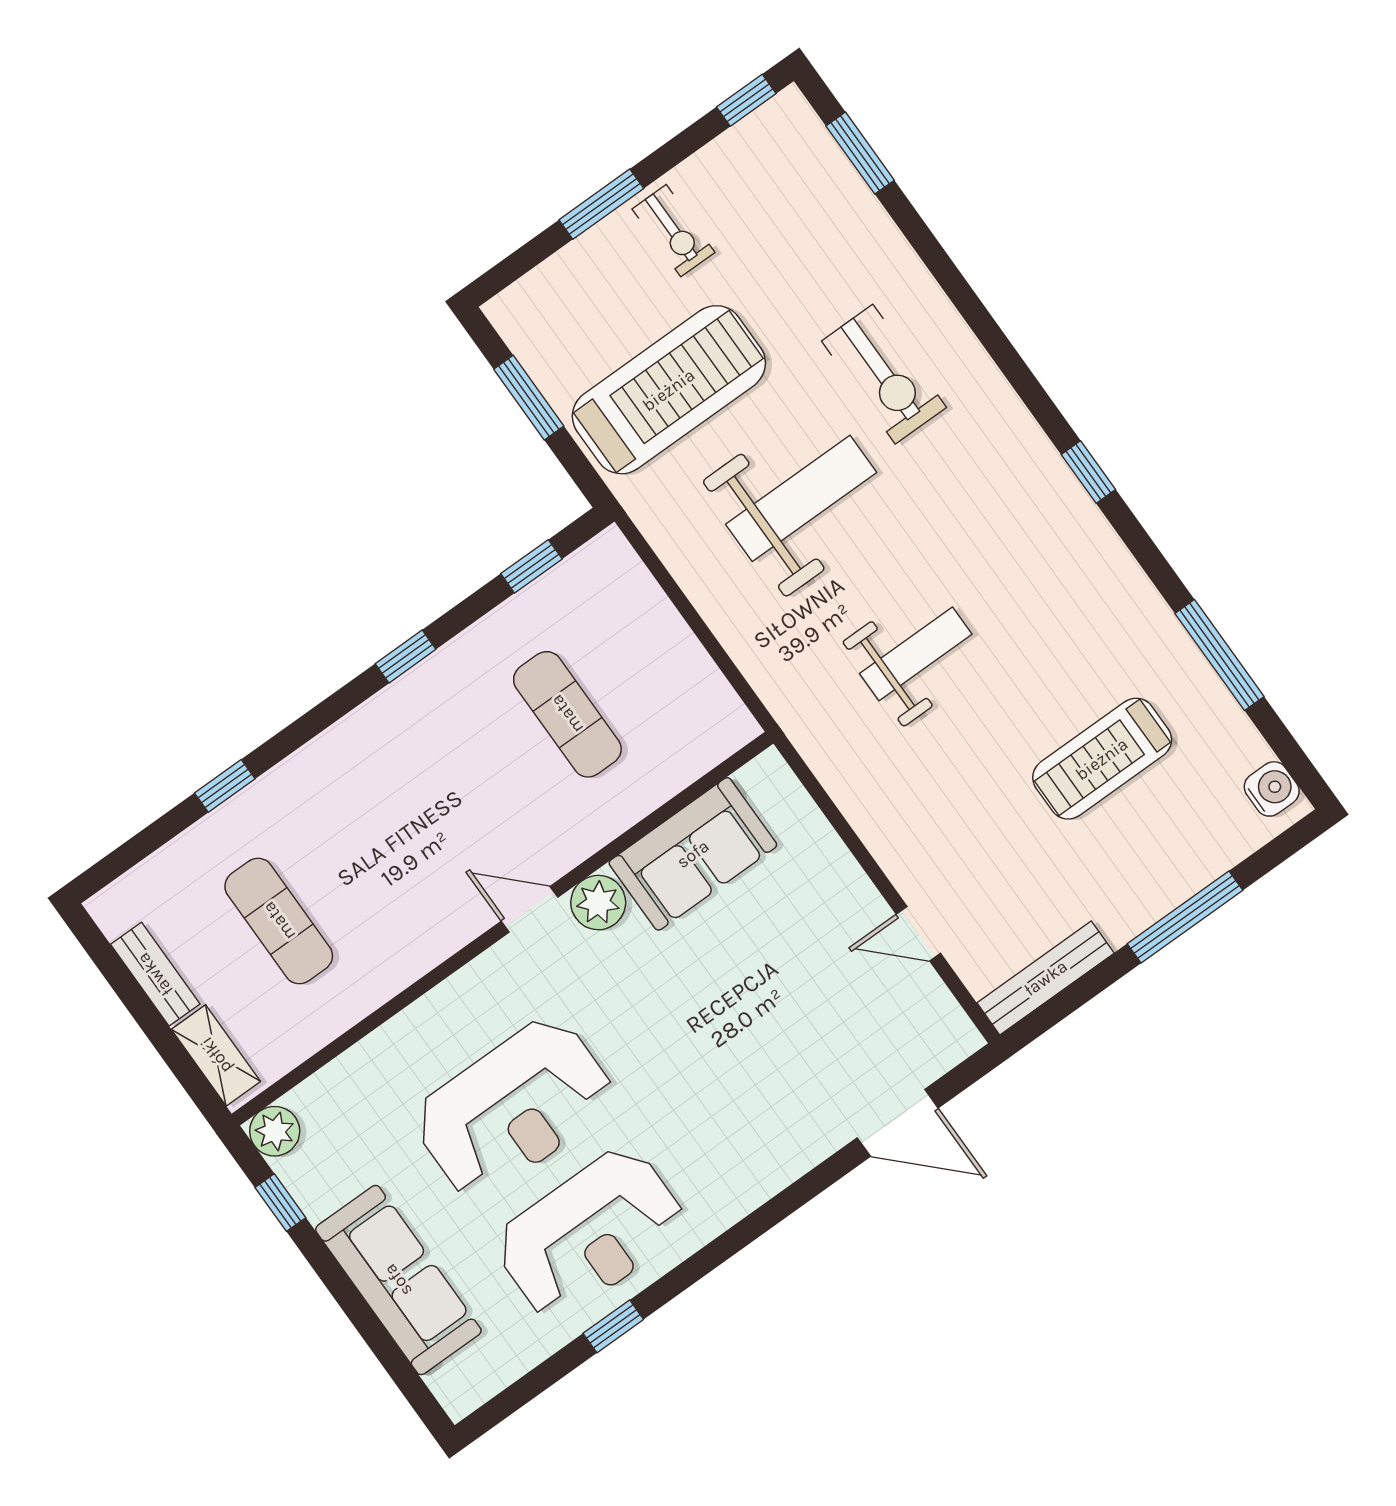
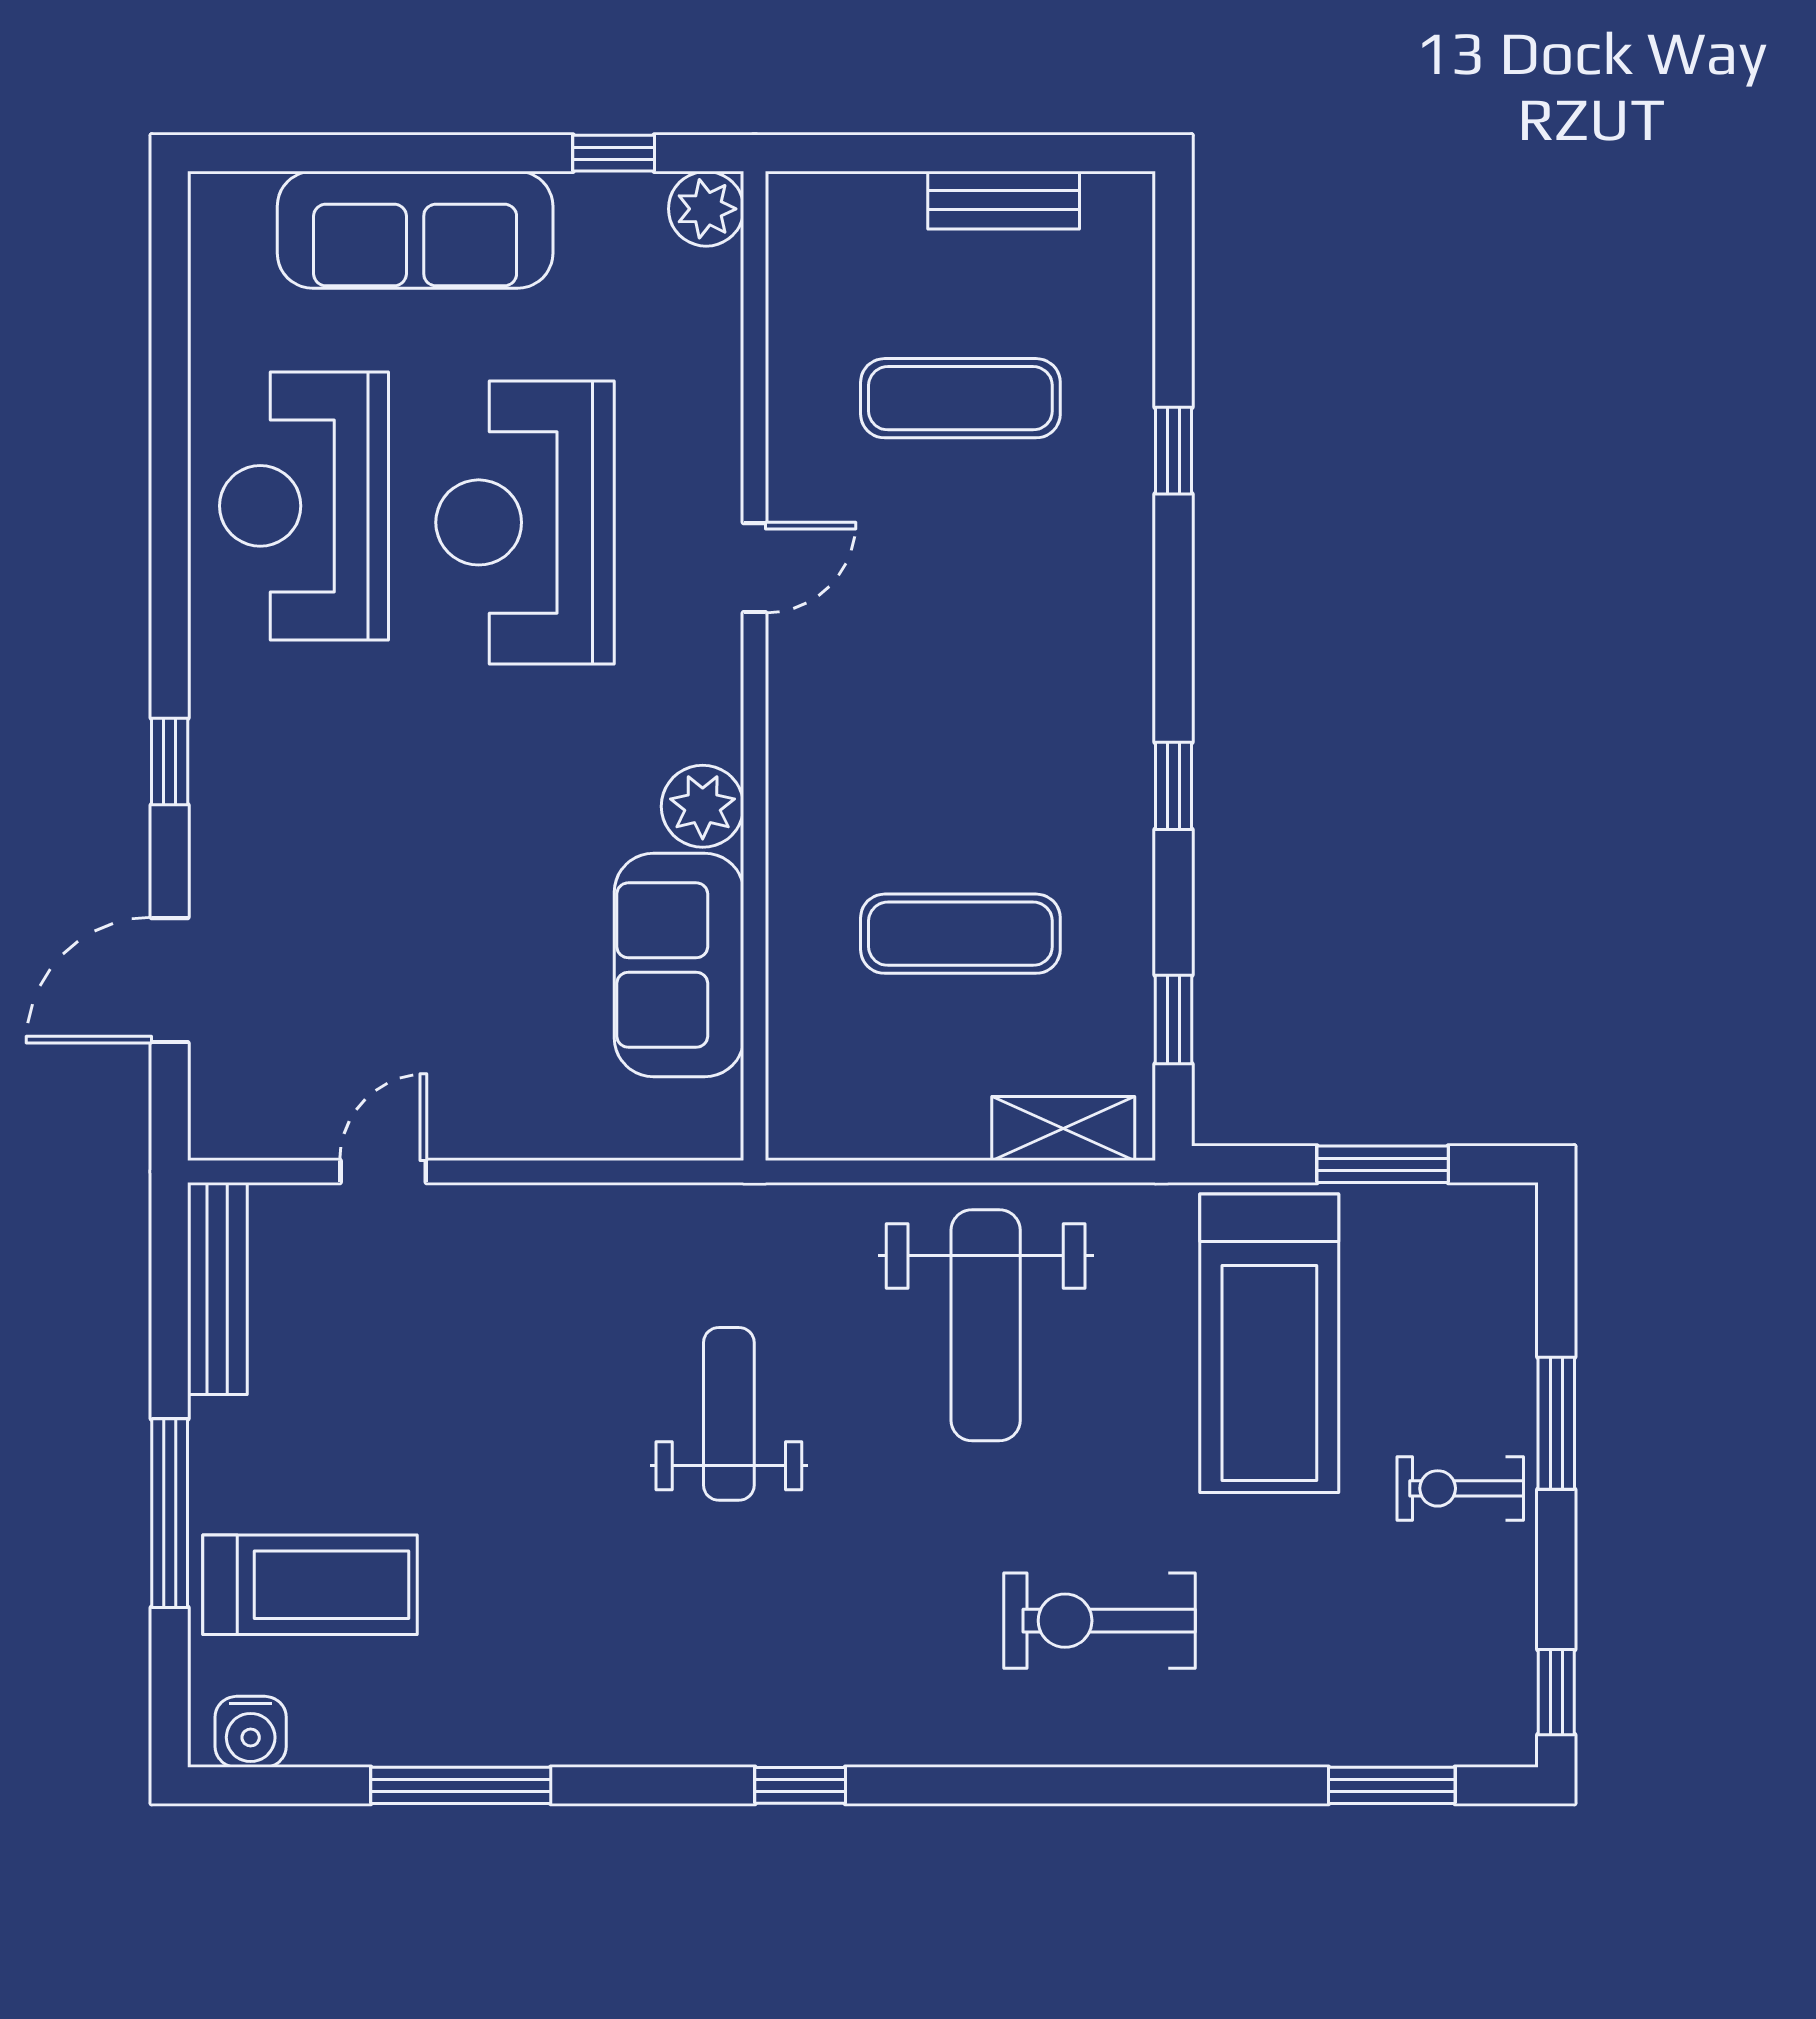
weight bench: (801, 498) -> (986, 1325), moved
weight bench: (916, 654) -> (729, 1414), turned 180
treadmill: (1102, 759) -> (310, 1585), moved, turned 90
door: (530, 909) -> (755, 568), moved
shelving: (216, 1055) -> (1063, 1129), moved
window: (613, 1326) -> (170, 762), moved

